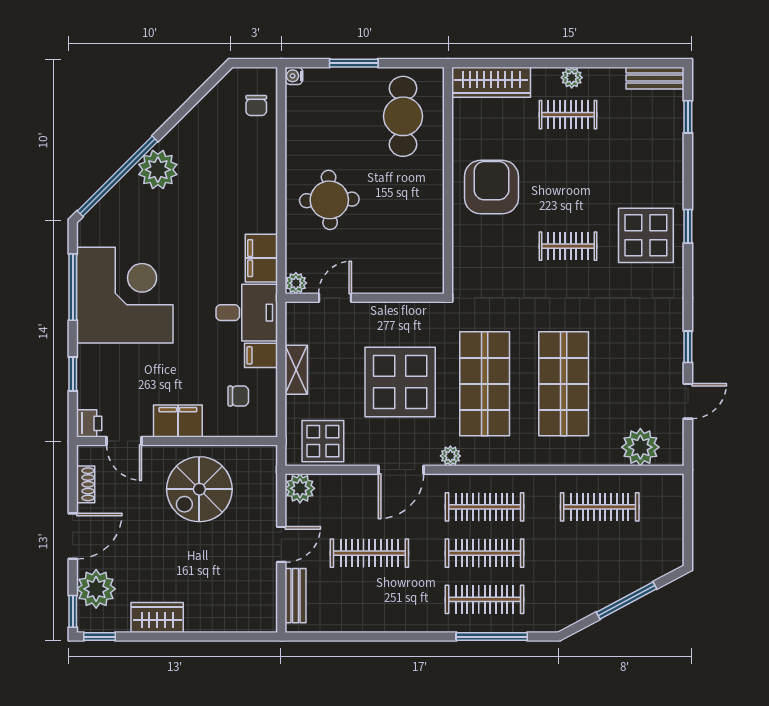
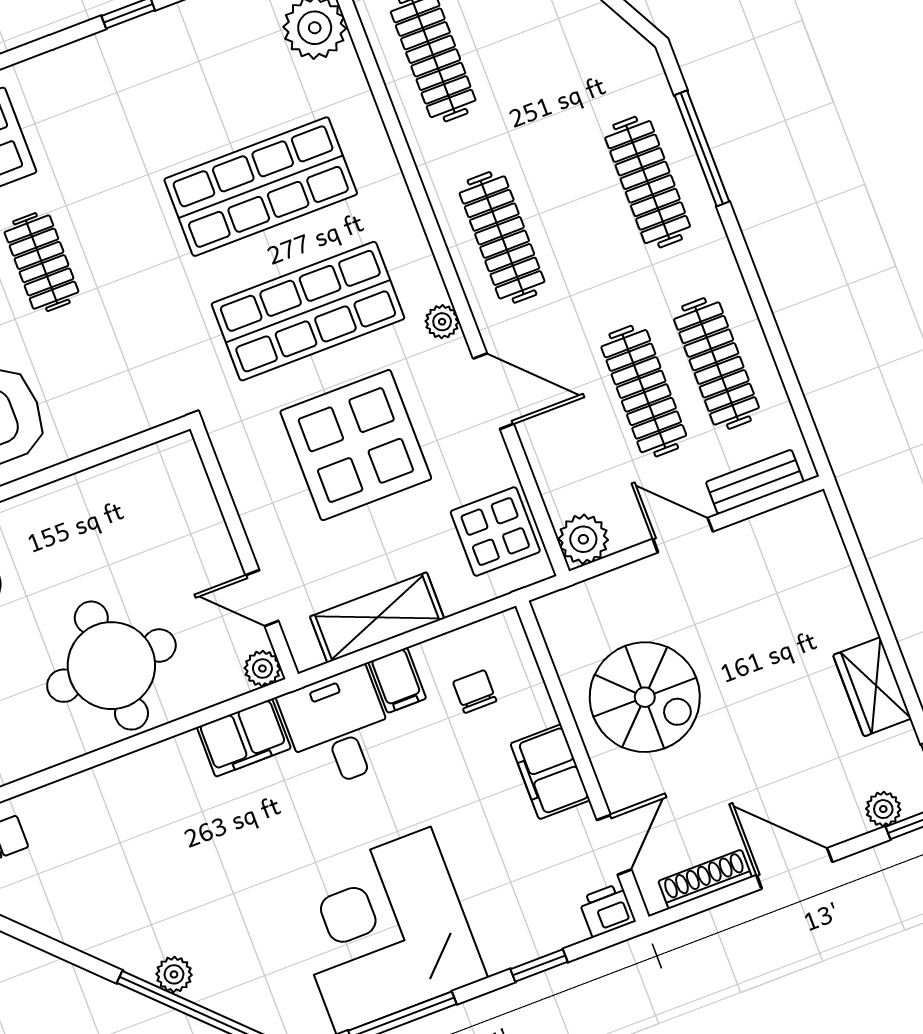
plant: (158, 170) -> (174, 974), width x0.53, depth x0.53
round table: (329, 200) -> (111, 666), width x1.36, depth x1.36
shelving: (296, 370) -> (377, 618), width x1.50, depth x1.33
shoe rack: (86, 484) -> (705, 879), width x1.43
clothes rail: (485, 553) -> (717, 363), moved
plant: (96, 589) -> (883, 809), width x0.53, depth x0.53

